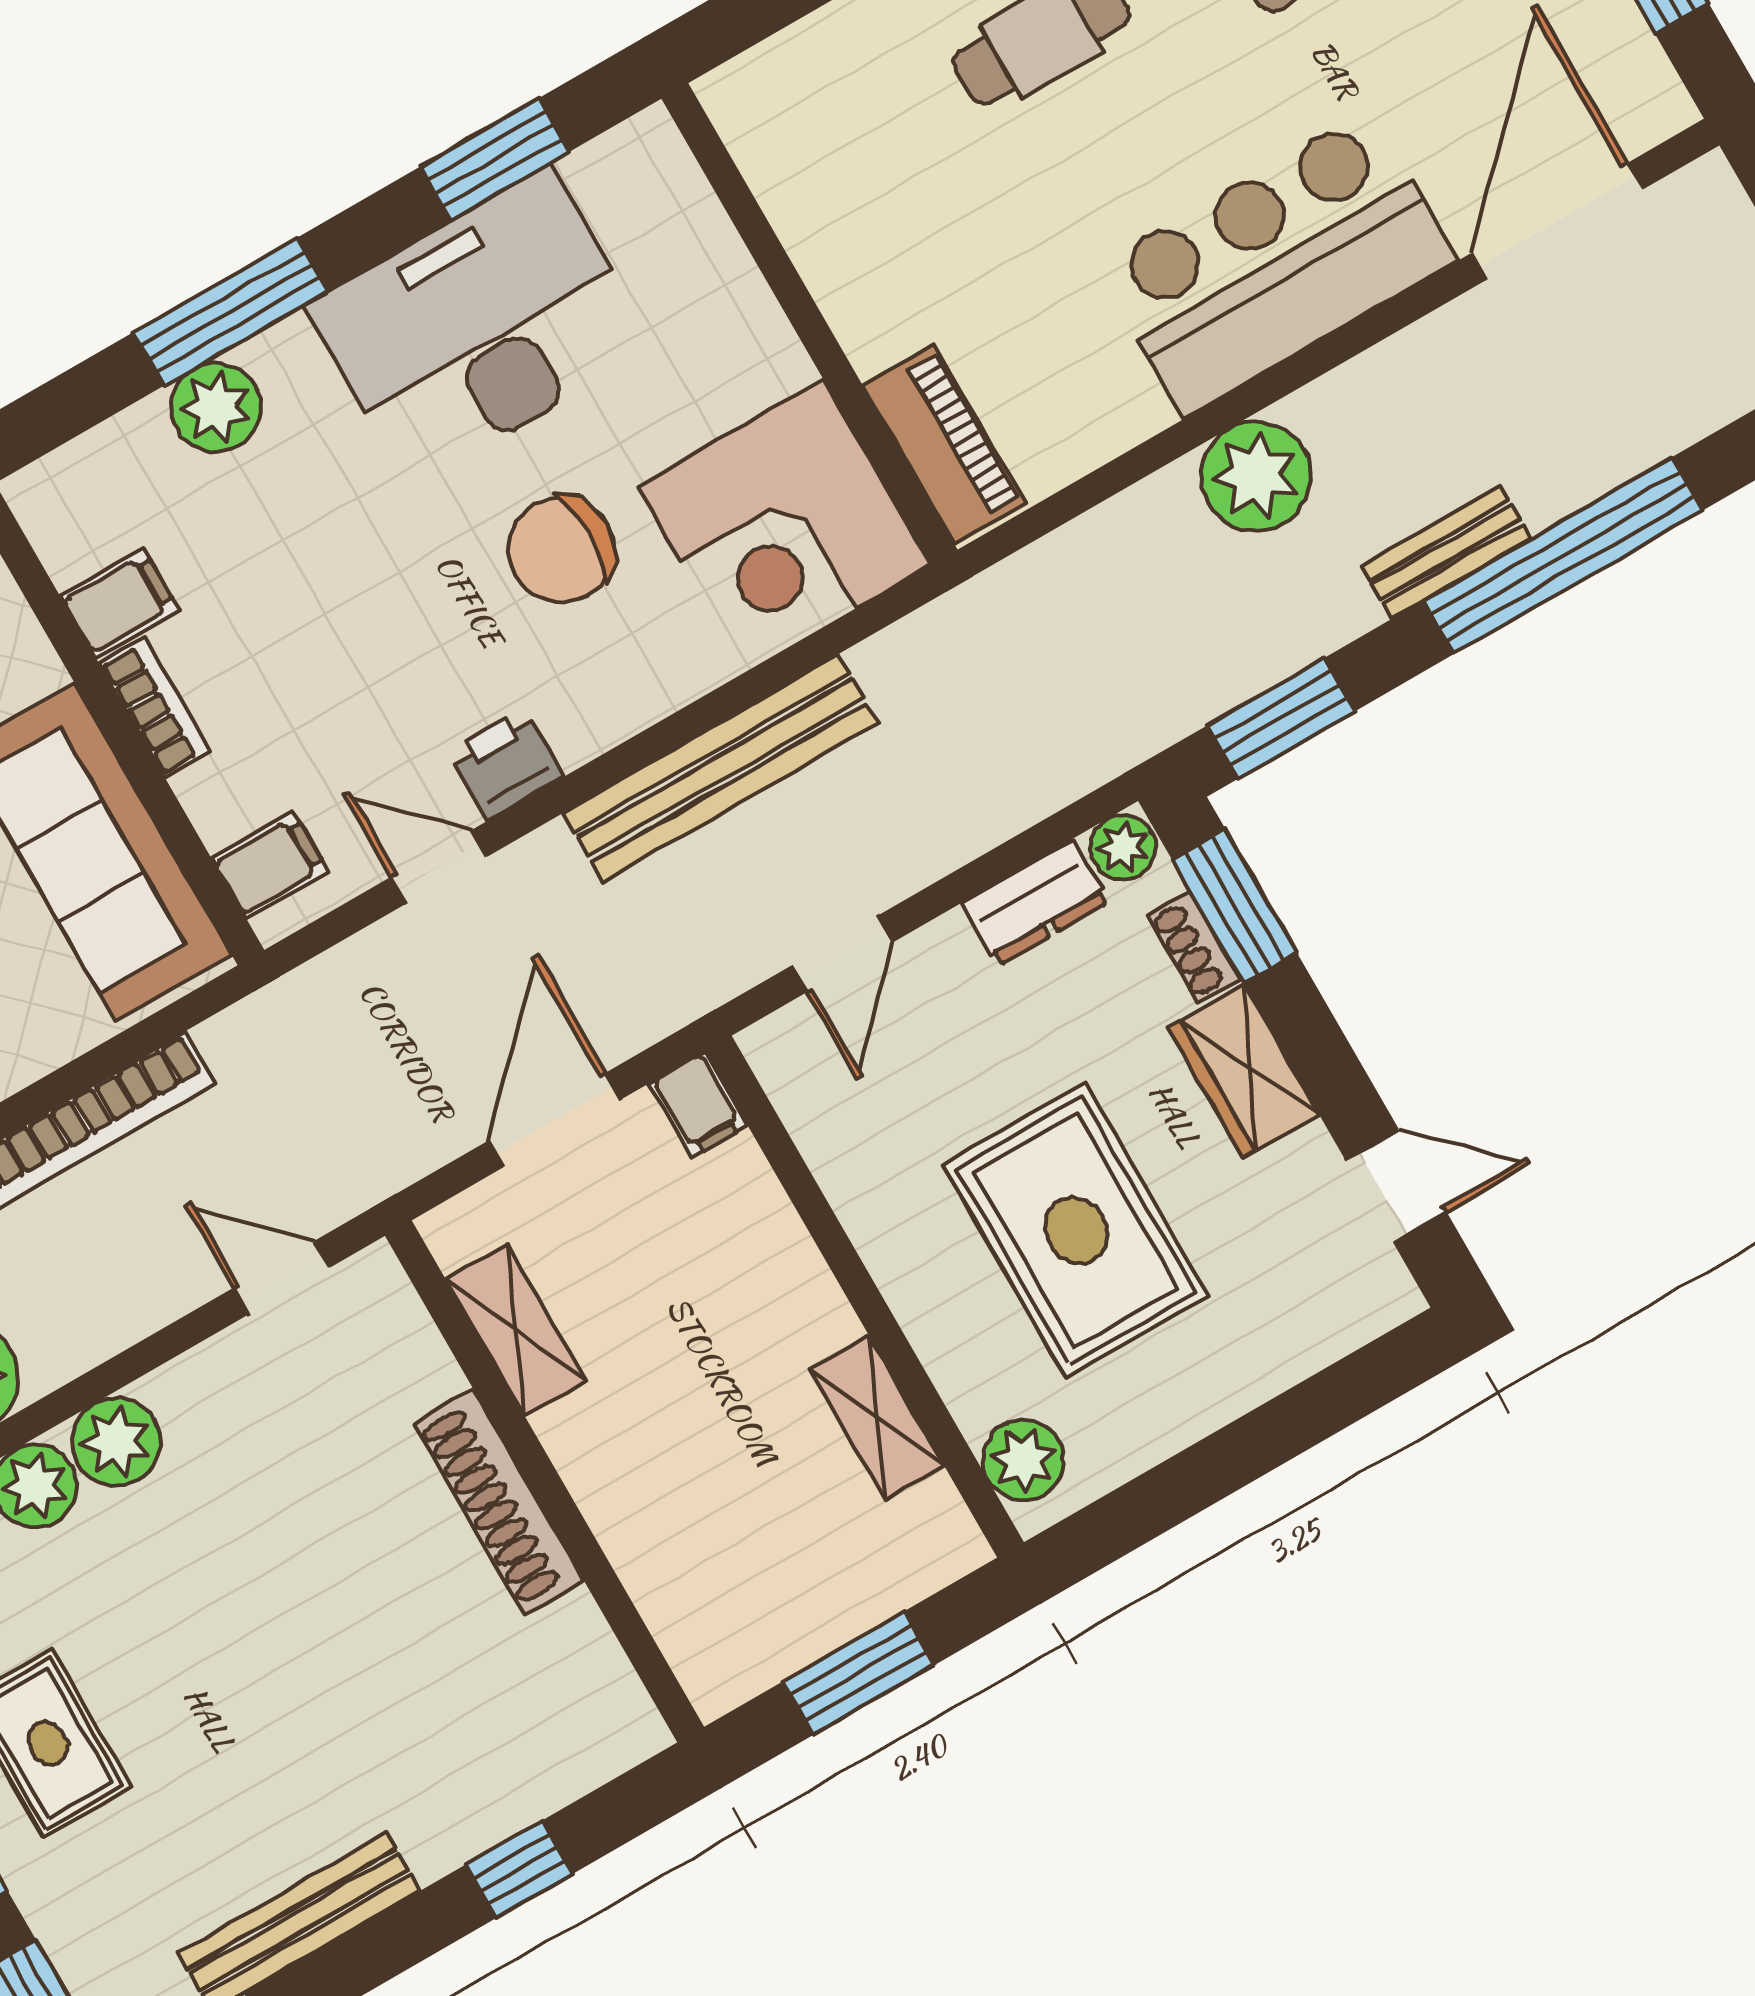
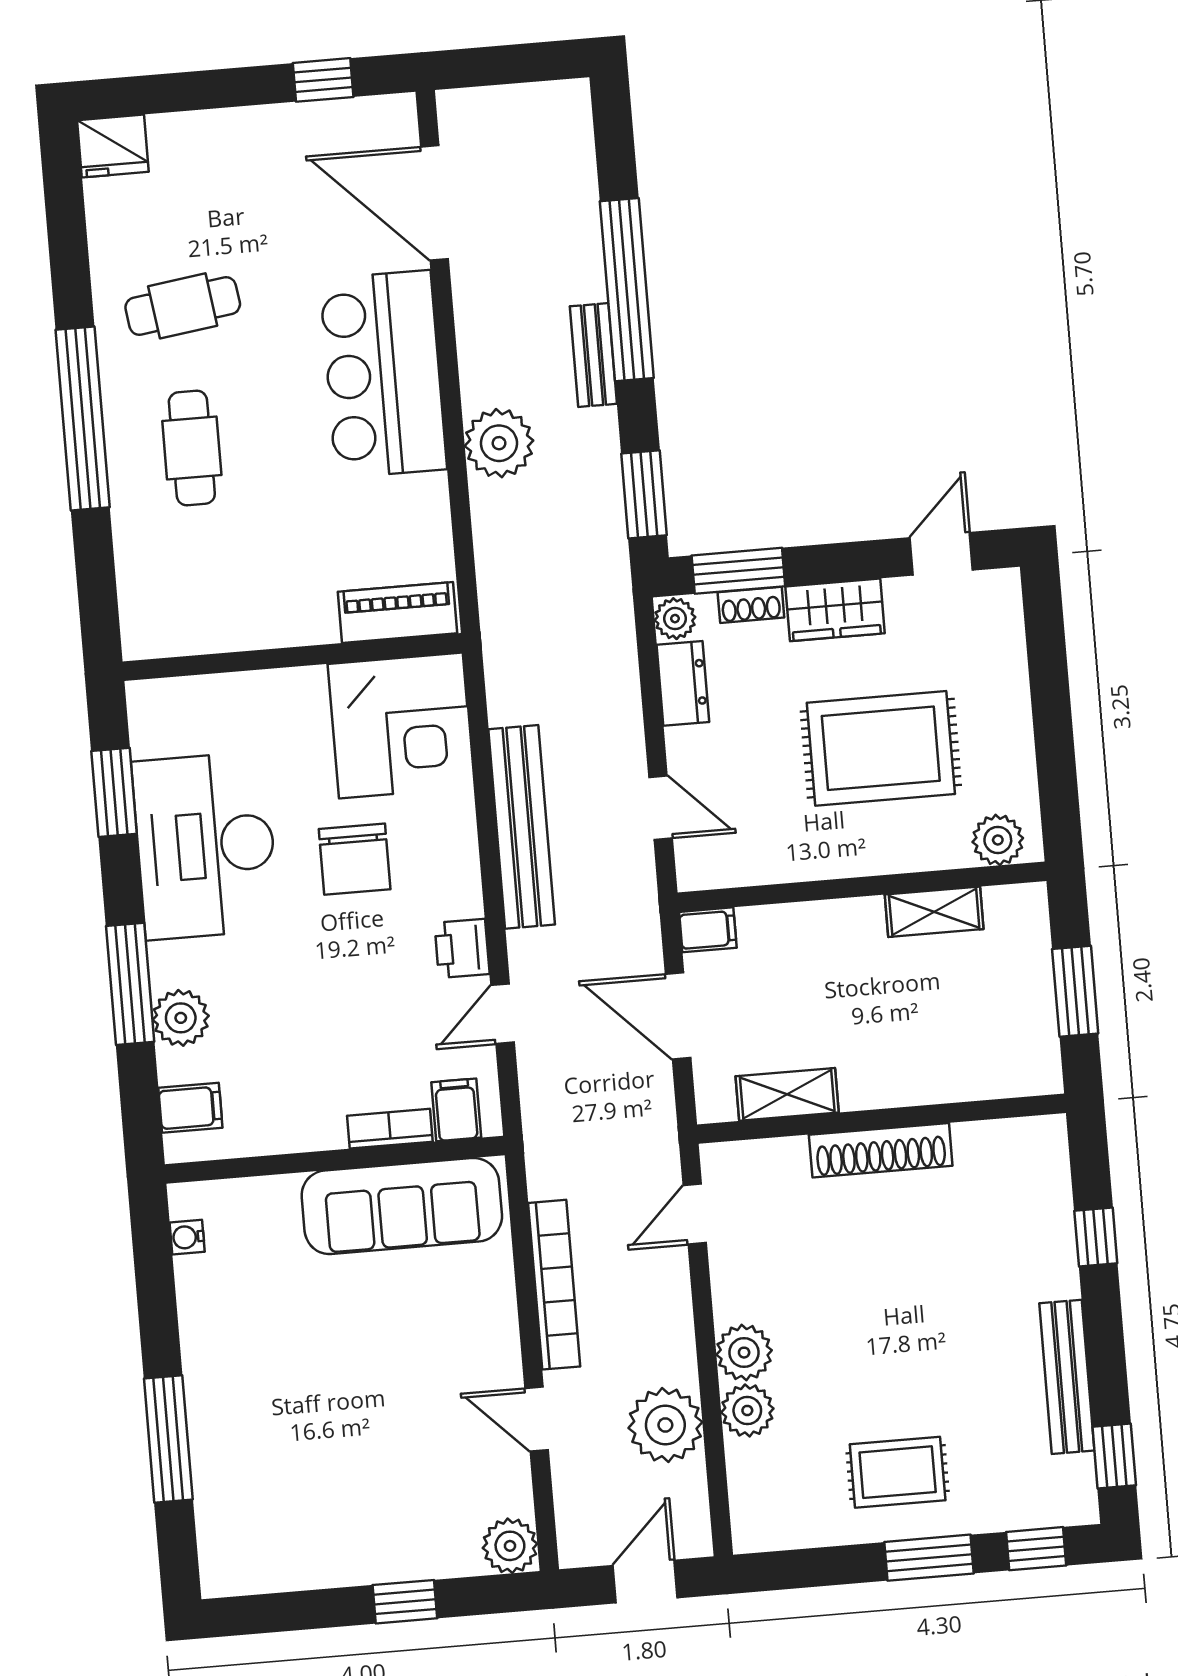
filing cabinet: (120, 603) -> (190, 1108), moved, turned 90
bookcase: (155, 707) -> (390, 1129), moved

